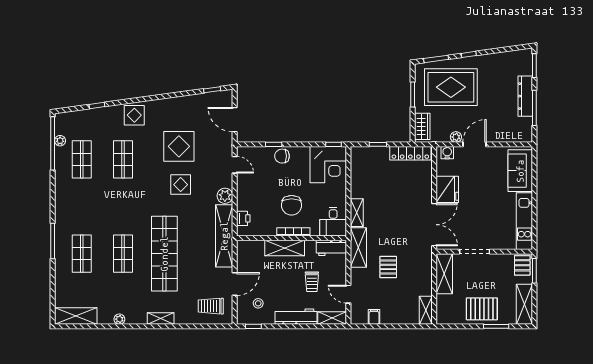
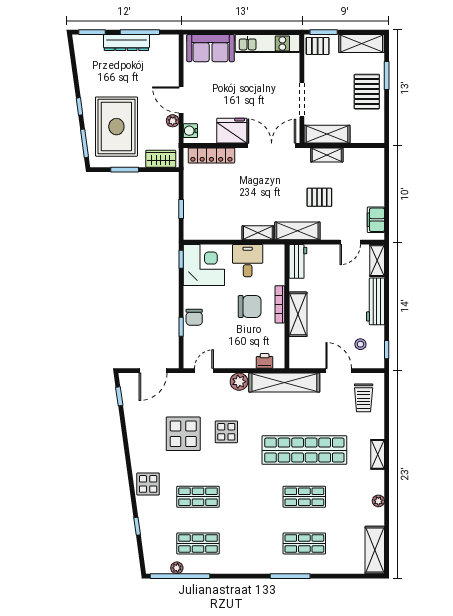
locker: (410, 153) -> (211, 155), moved, turned 90
desk: (333, 222) -> (248, 261), moved, turned -90
trolley: (312, 282) -> (336, 283), removed
shelving: (426, 310) -> (327, 155), moved
filing cabinet: (374, 317) -> (376, 220), width x2.00

